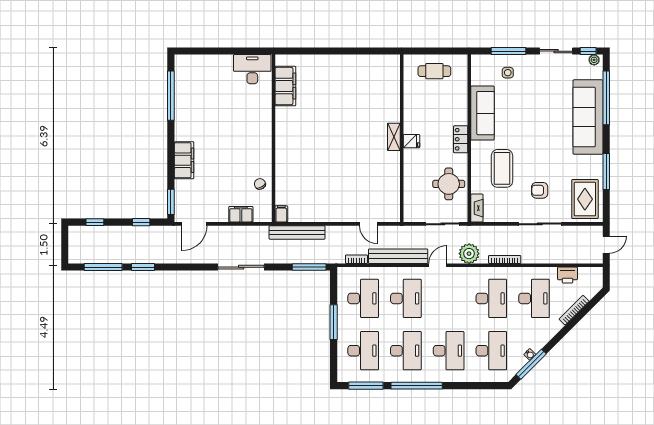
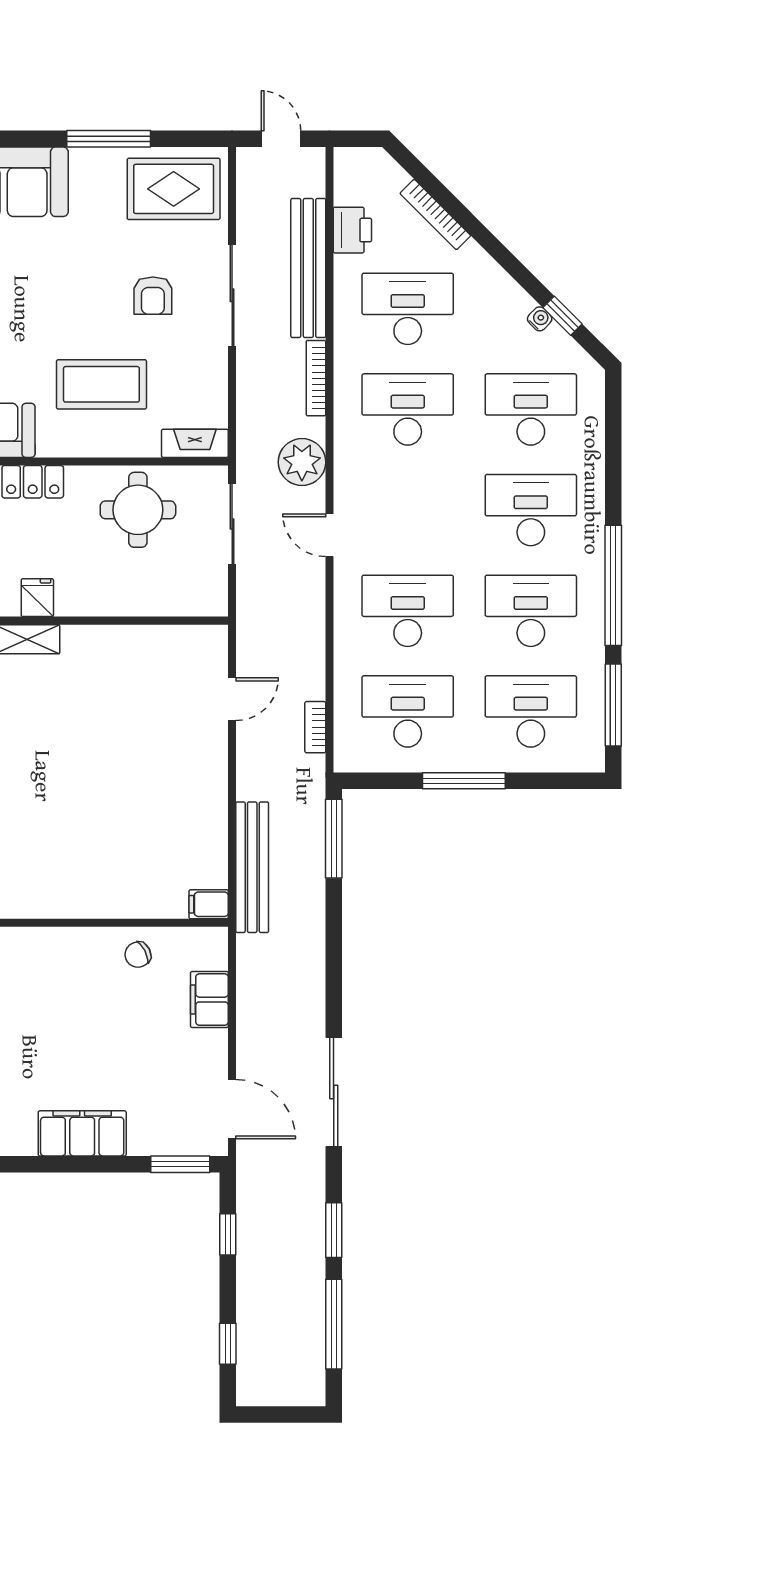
bench: (398, 256) -> (308, 268), moved
sliding door: (241, 267) -> (334, 1092), moved
window: (531, 364) -> (563, 316), width x0.46

